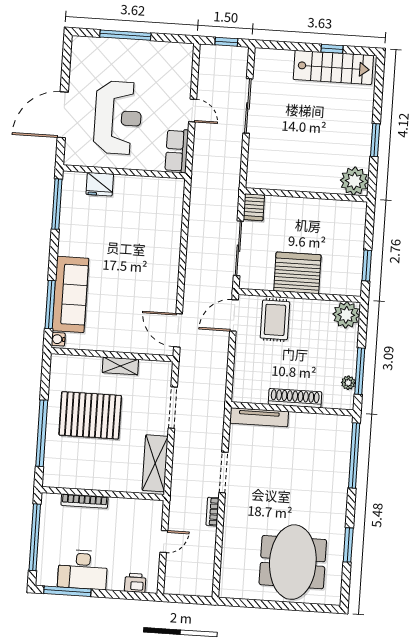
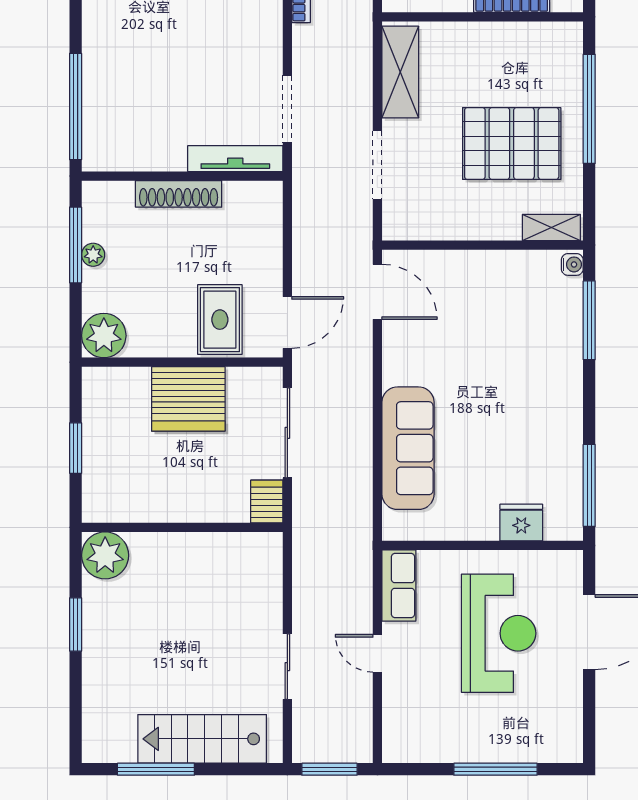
window: (226, 42) -> (329, 769), width x1.50
window: (332, 49) -> (156, 769), width x2.17
stairs: (333, 67) -> (202, 739), moved
sliding door: (248, 106) -> (287, 667), width x0.73
reception desk: (118, 118) -> (499, 633), turned 180
window: (367, 265) -> (76, 448), moved
sofa: (70, 294) -> (408, 448), moved, turned 180
shelving: (120, 366) -> (551, 228), moved
plant: (348, 383) -> (93, 255), moved
doorway: (224, 473) -> (287, 109), moved

